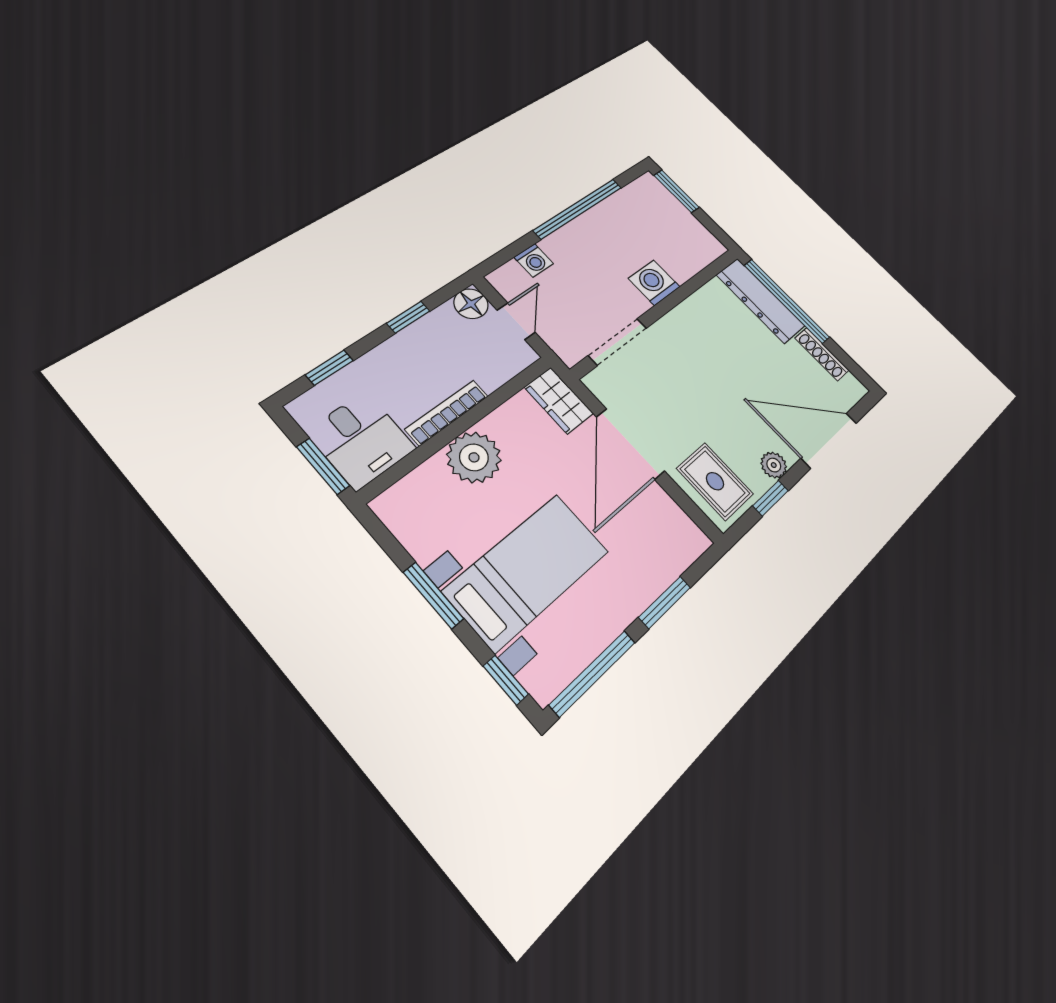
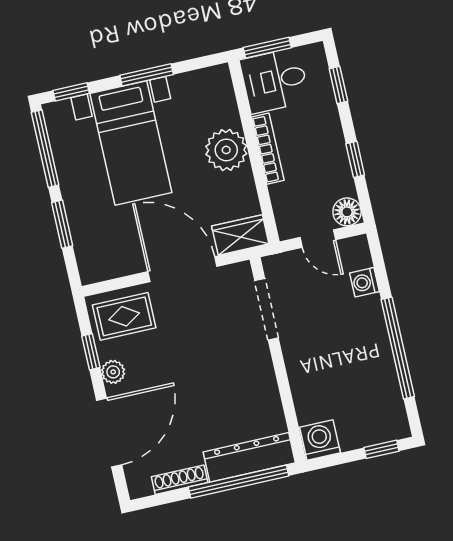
window: (676, 191) -> (381, 449), width x0.67
washing machine: (654, 283) -> (320, 440), moved, turned -90

